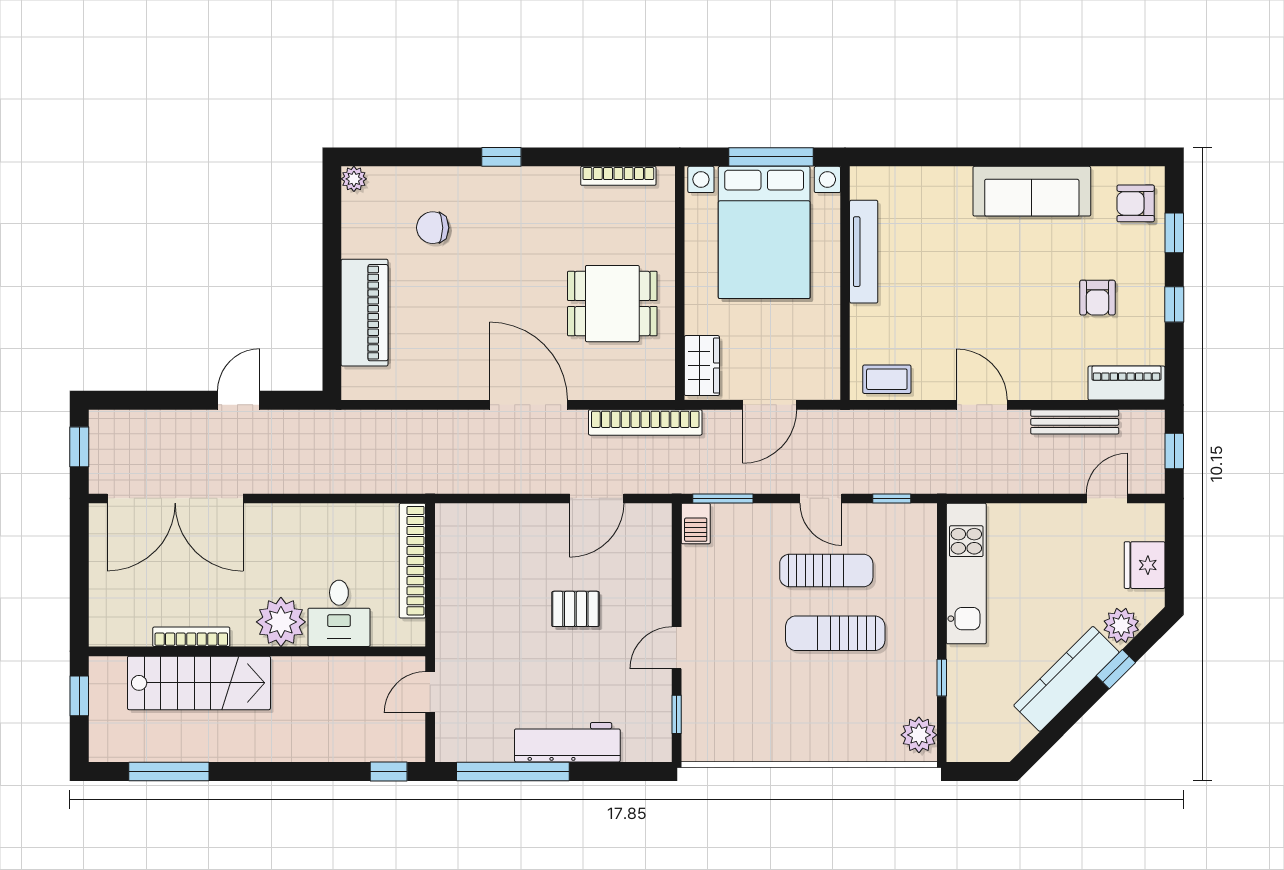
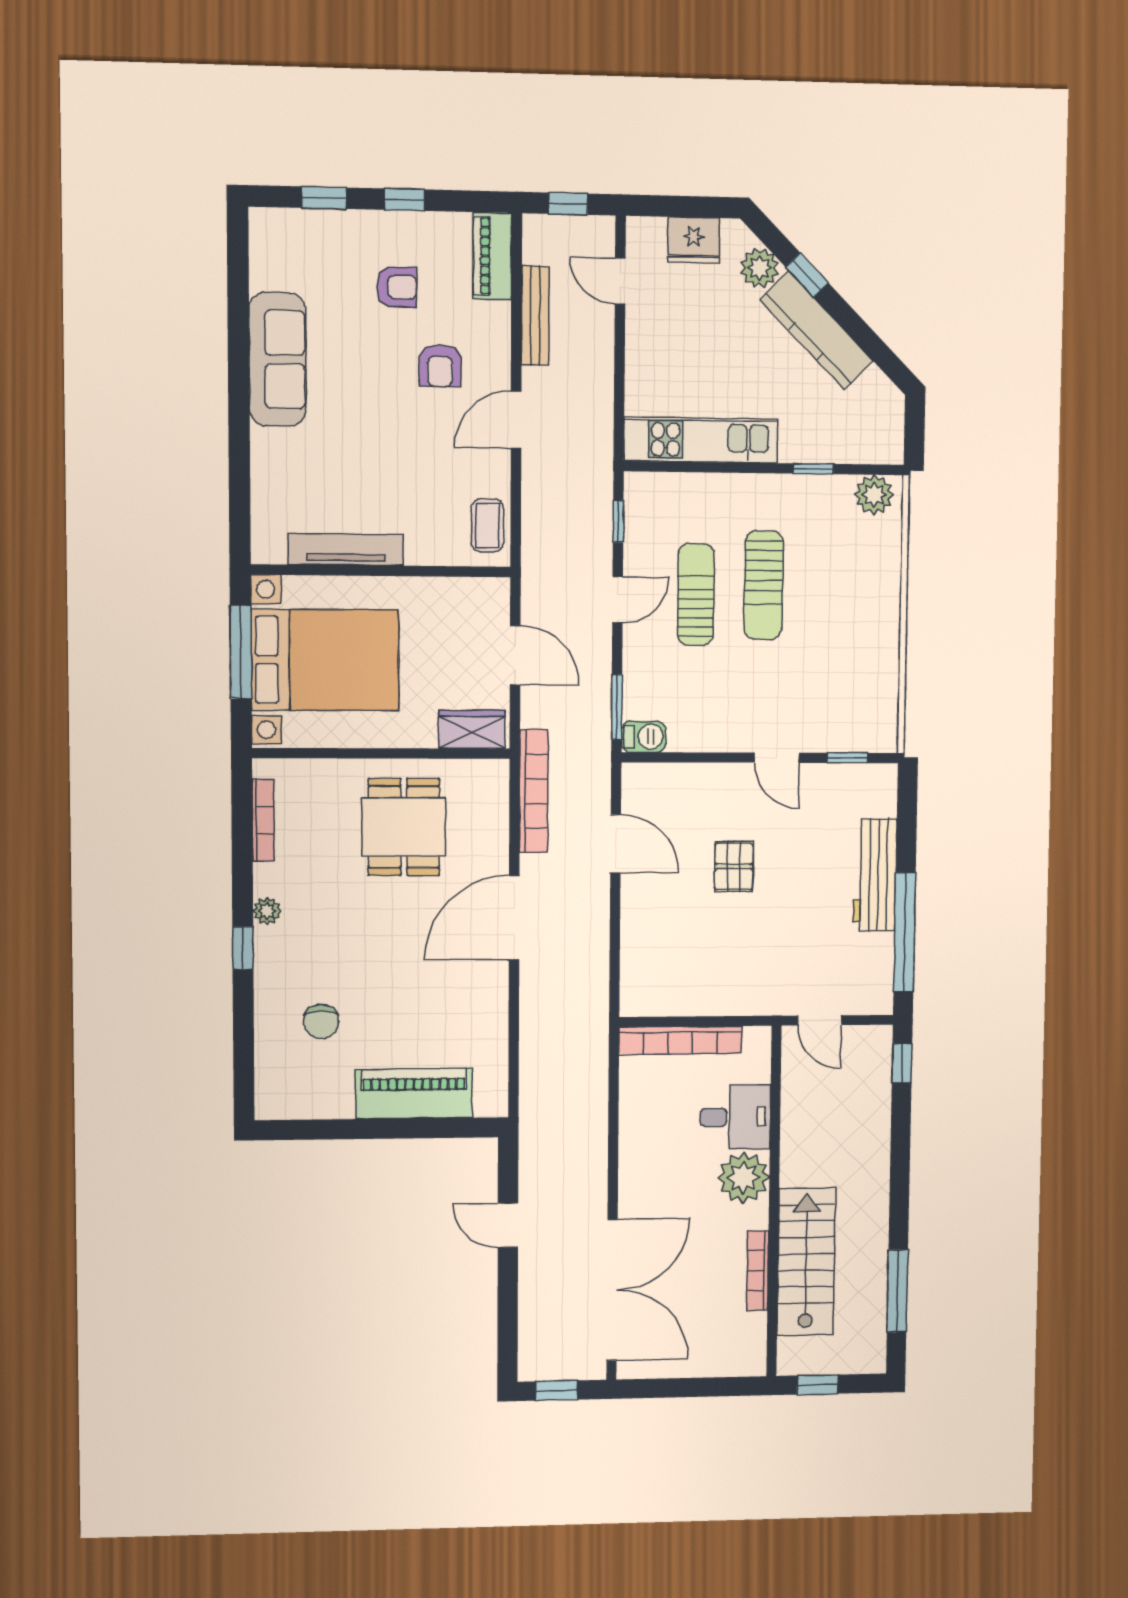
plant: (354, 179) -> (267, 911), moved
armchair: (1136, 203) -> (440, 366), moved

